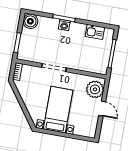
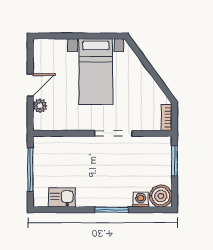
washing machine: (64, 25) -> (141, 200), moved
plant: (95, 89) -> (40, 106), width x0.53, depth x0.53
door: (102, 109) -> (30, 85), swing flipped

